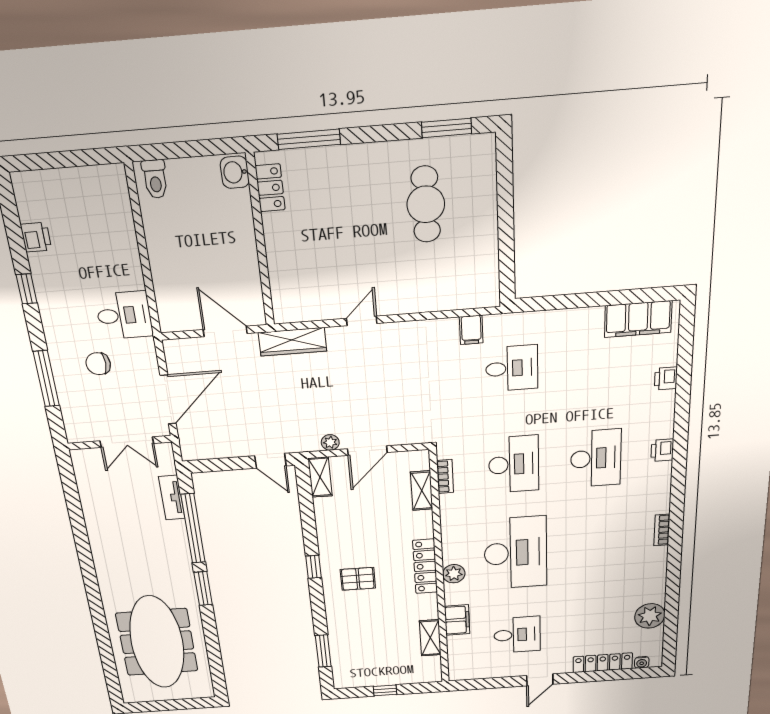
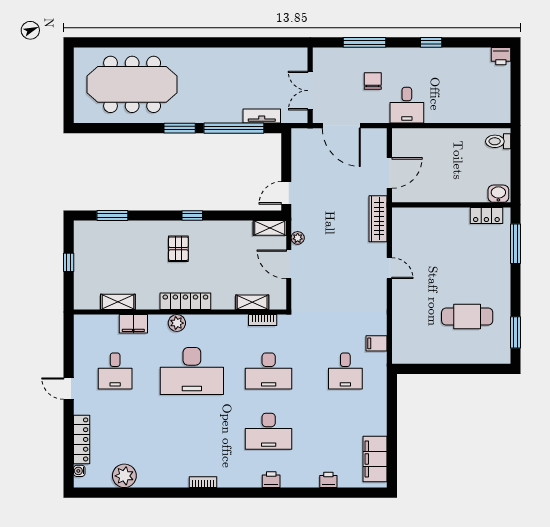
printer: (36, 237) -> (501, 56), moved

